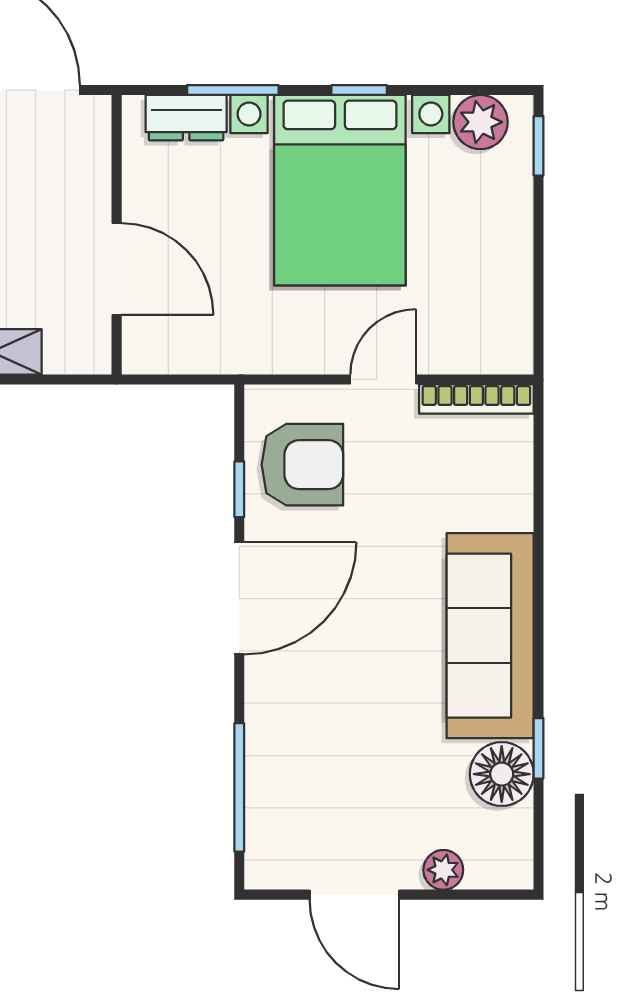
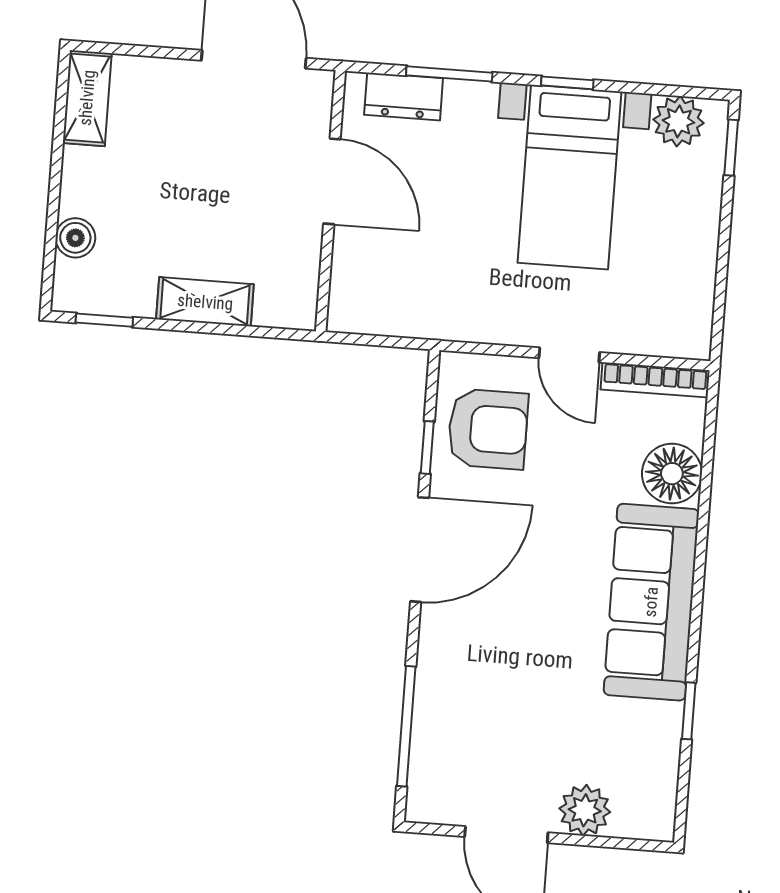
bed with nightstands: (340, 190) -> (569, 177), width x0.73
door: (117, 269) -> (332, 181), moved
door: (383, 379) -> (569, 355), swing flipped
floor lamp: (502, 774) -> (672, 474), moved
plant: (443, 870) -> (585, 810), width x1.38, depth x1.38

